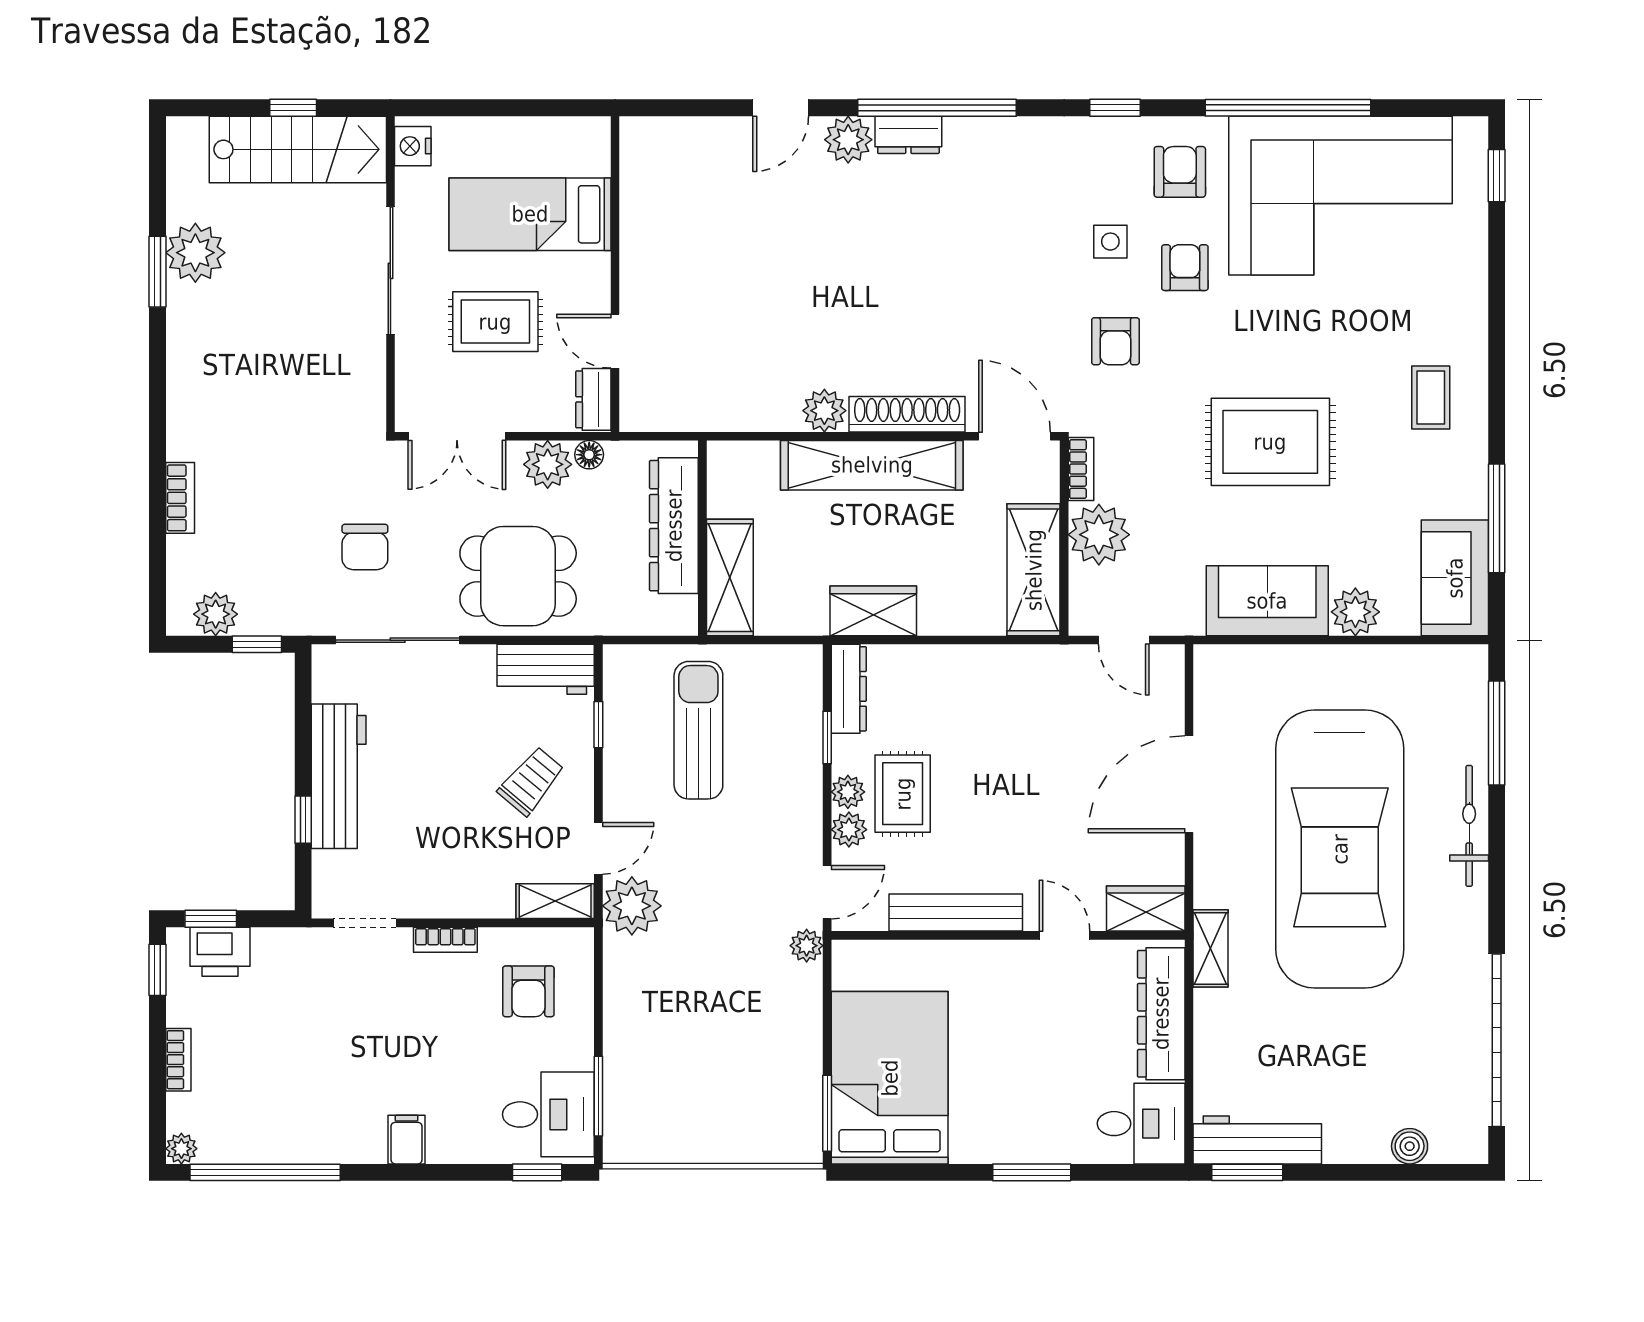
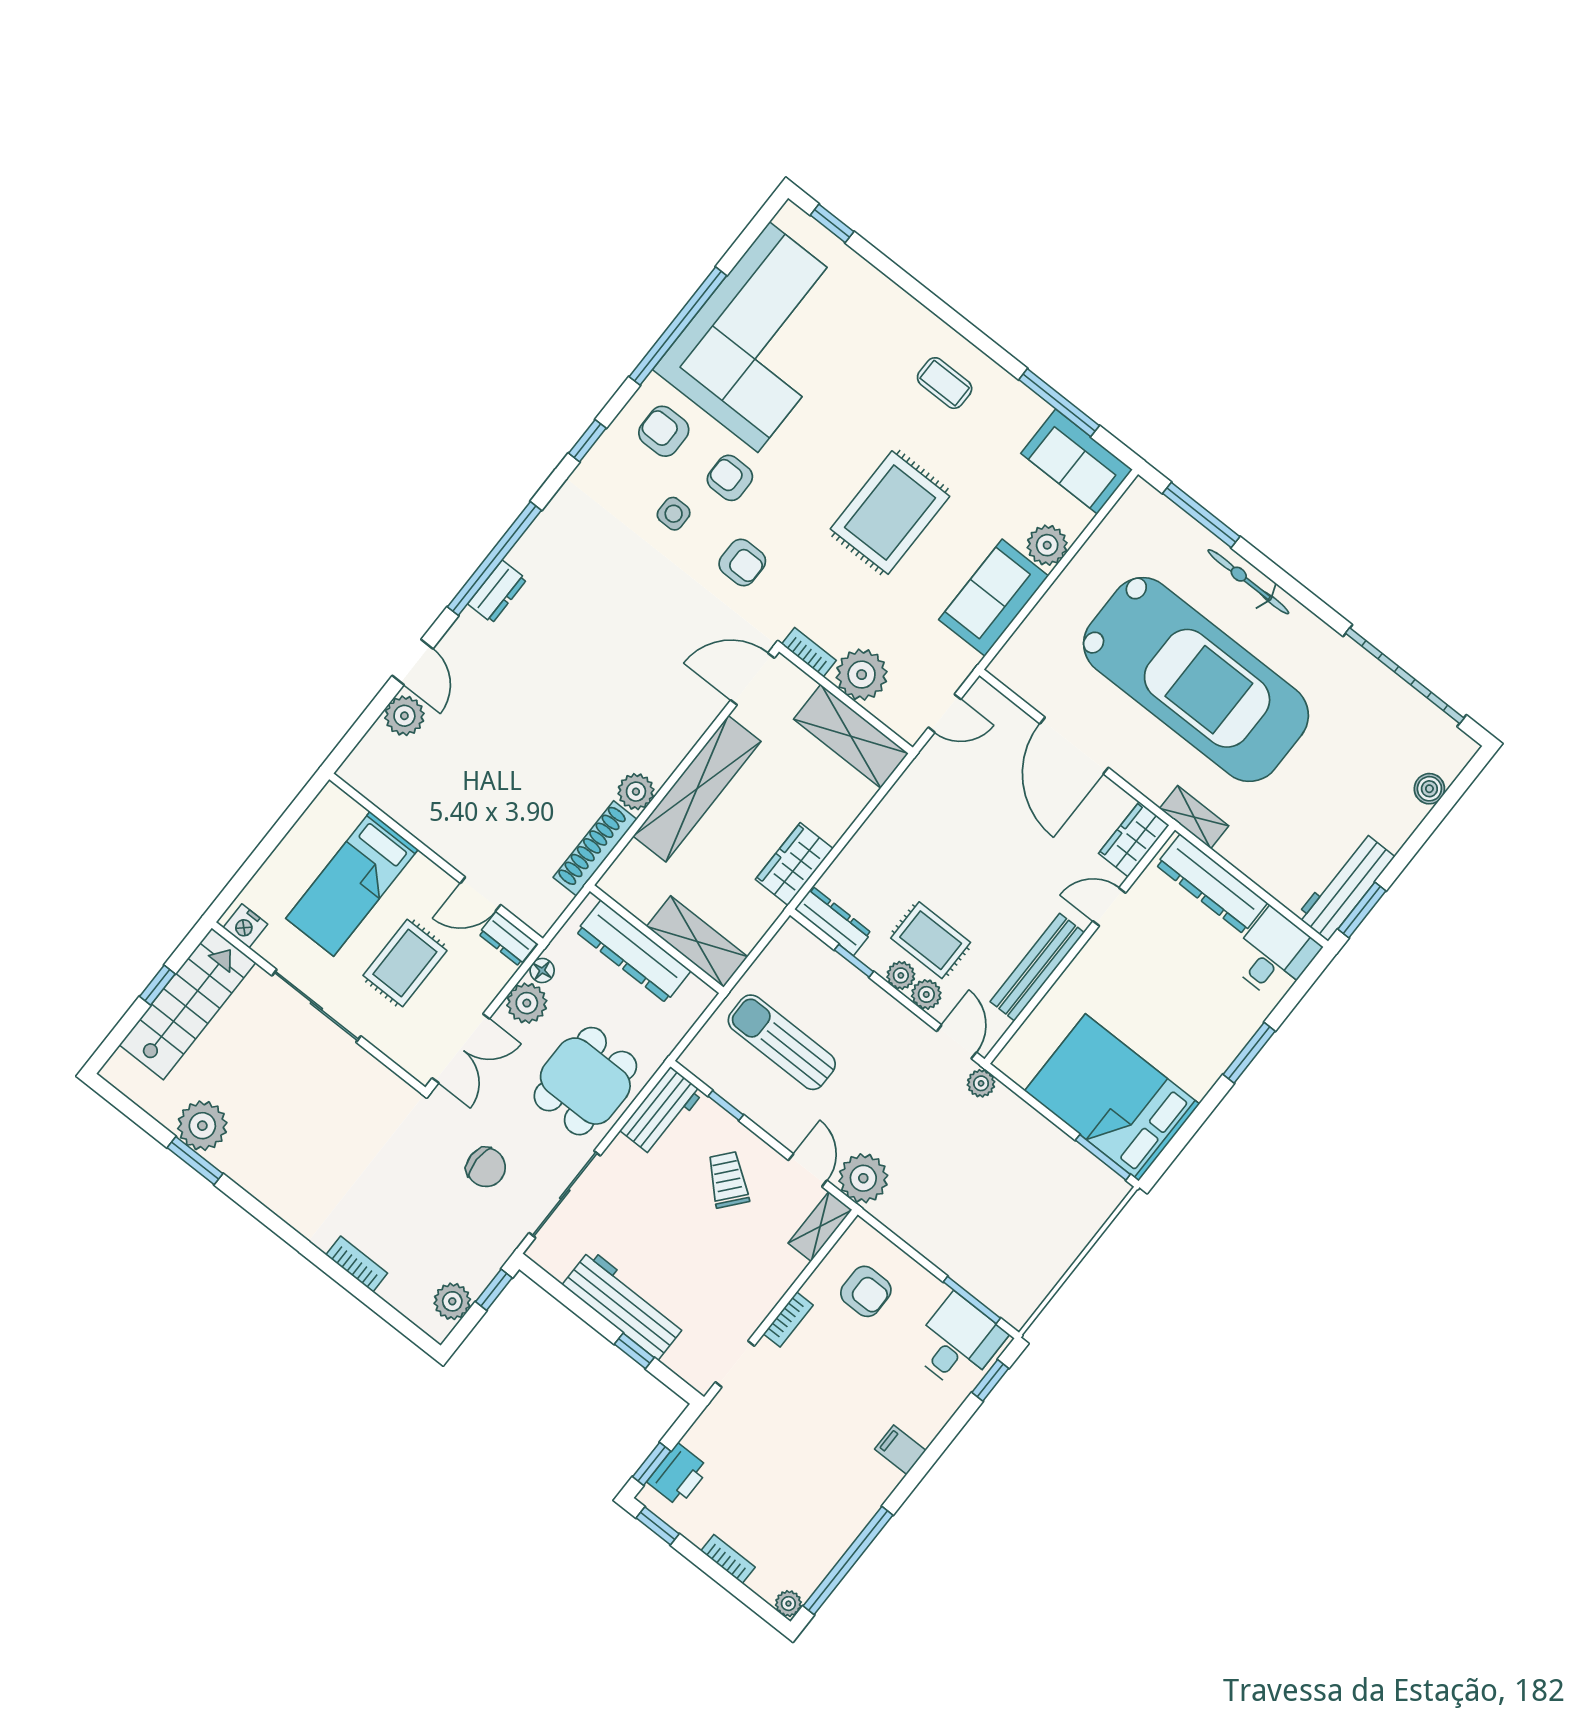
plant: (848, 140) -> (404, 716), moved
shoe rack: (907, 414) -> (595, 848), moved

